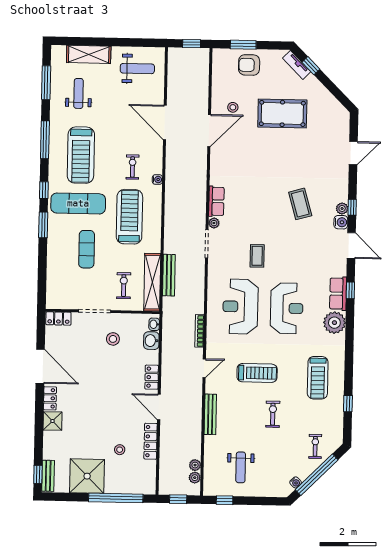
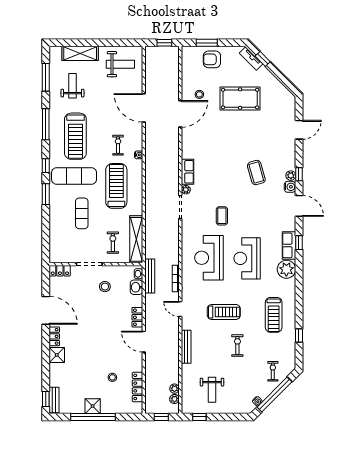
bench: (169, 275) -> (150, 276), moved
reception desk: (287, 308) -> (247, 258), turned 180
door: (204, 368) -> (180, 309), swing flipped
locker: (151, 441) -> (138, 387), moved
shower: (87, 476) -> (93, 406), width x0.54, depth x0.54
window: (116, 498) -> (93, 417), moved

